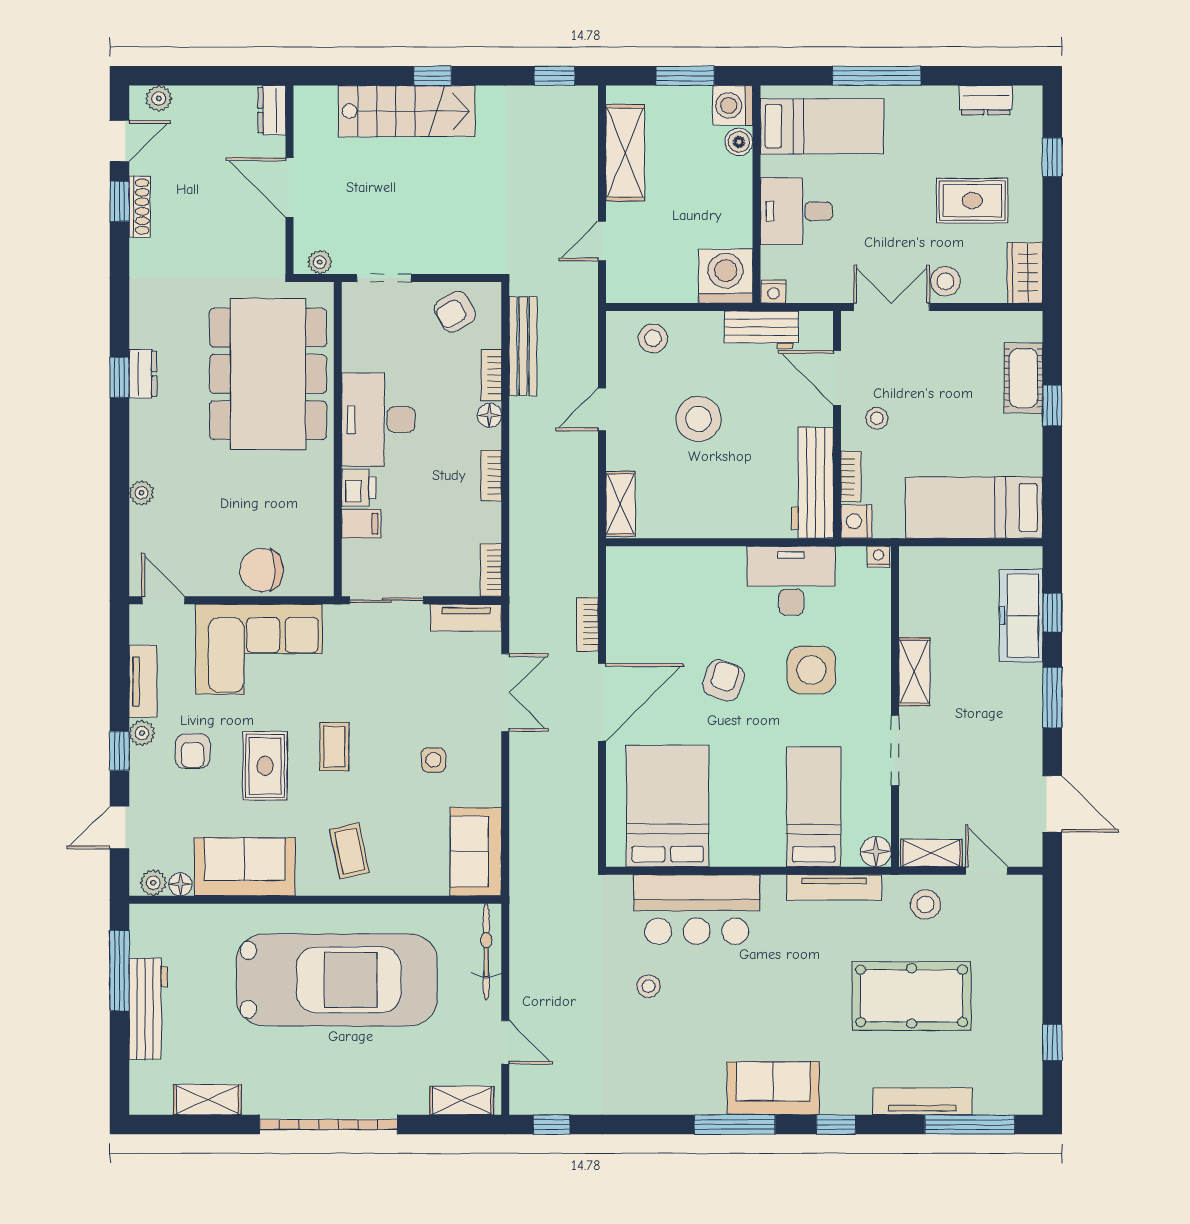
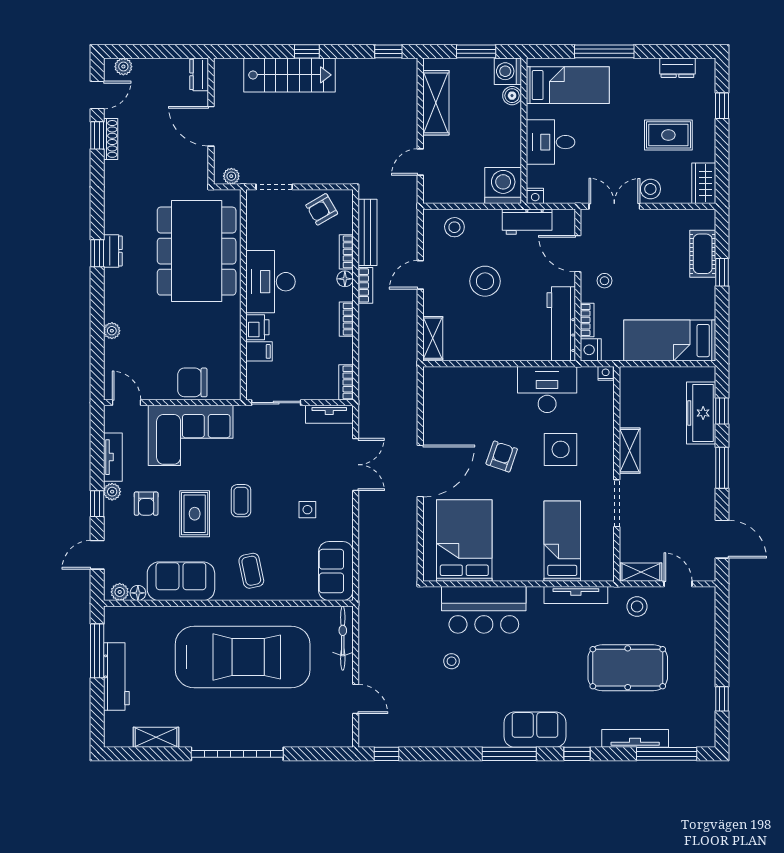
bookcase: (587, 625) -> (365, 285), moved, turned 180
floor lamp: (876, 852) -> (604, 571), removed
shelving: (462, 1101) -> (326, 738), removed

